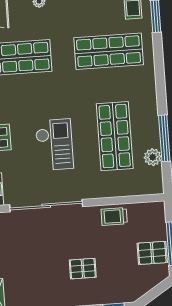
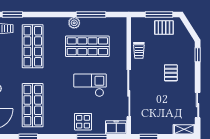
plant: (153, 157) -> (74, 23), moved
pallet: (152, 253) -> (164, 28), turned 90

